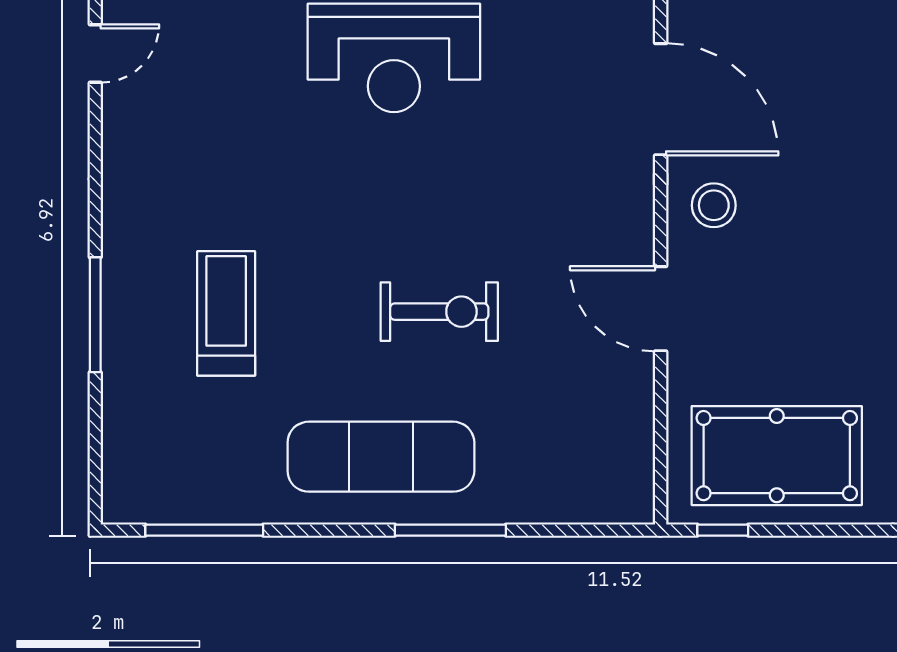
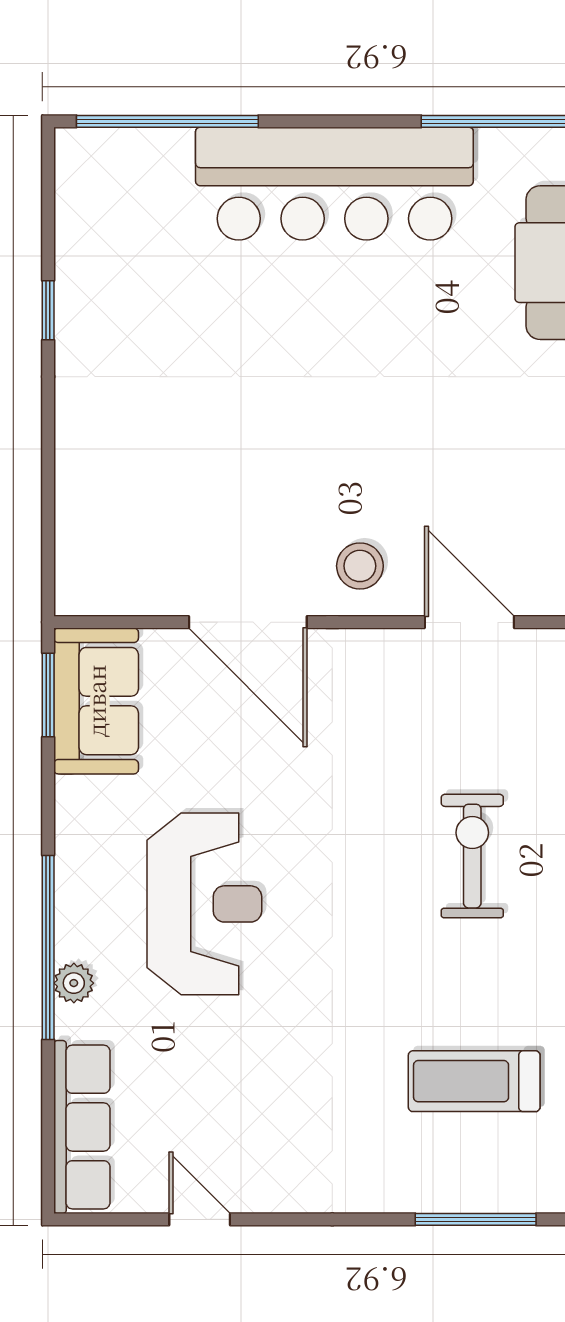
door: (661, 99) -> (248, 622), swing flipped
door: (661, 309) -> (469, 622), swing flipped

